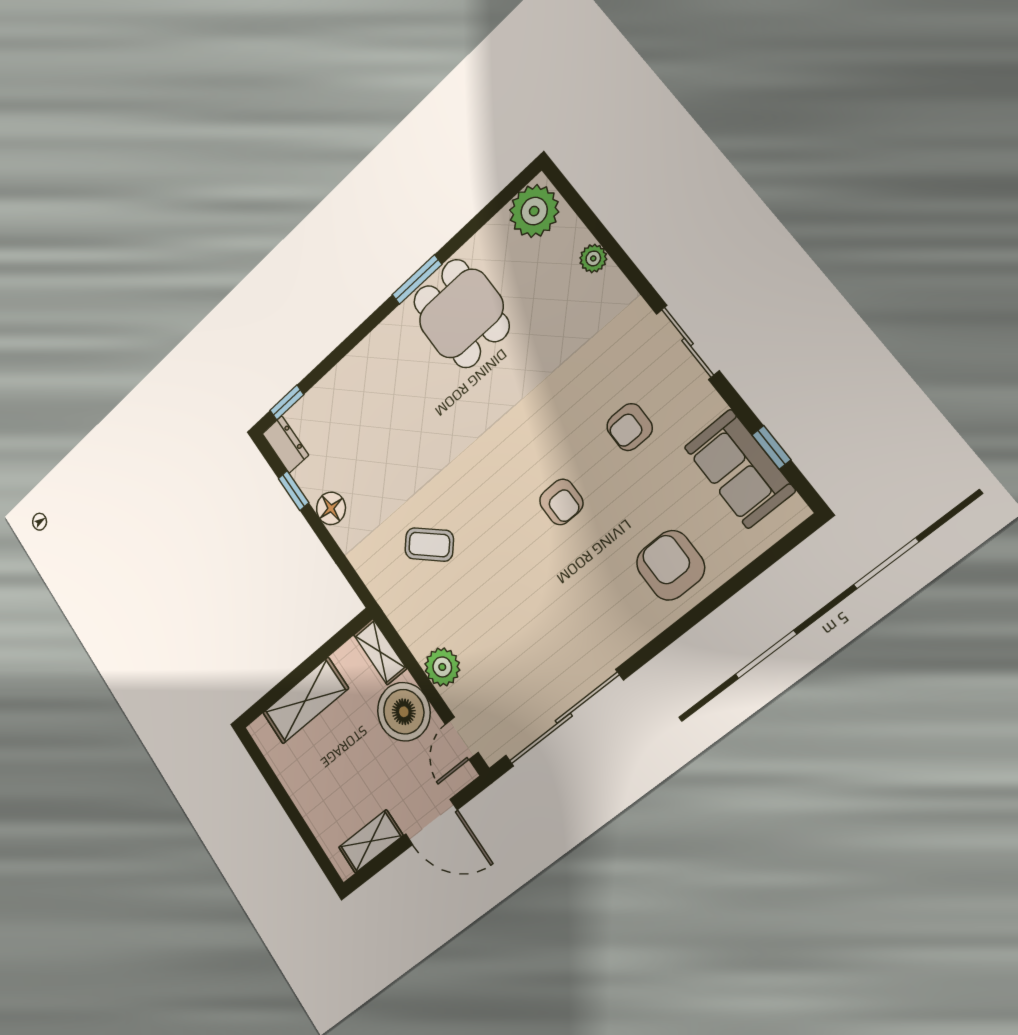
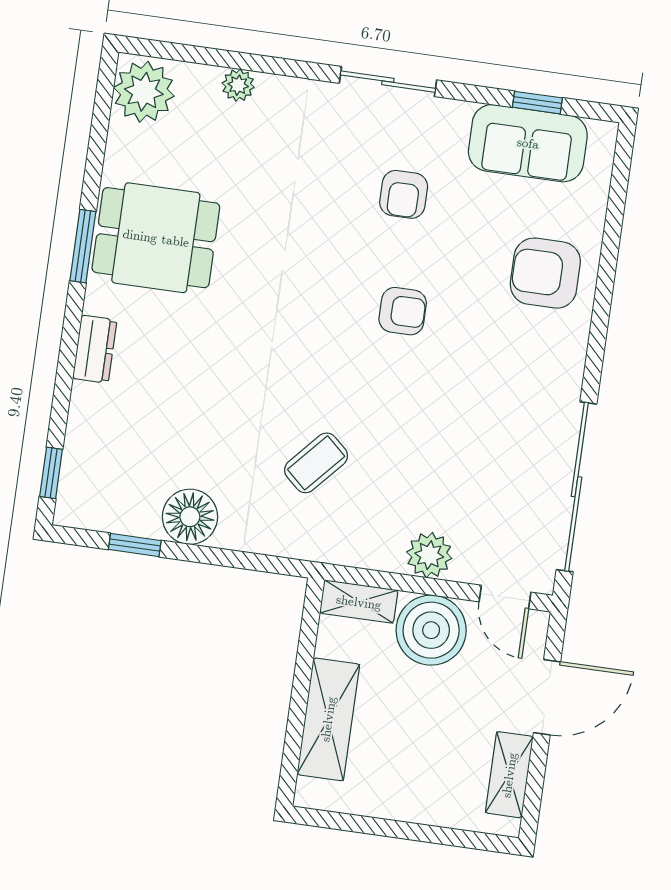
dresser: (285, 444) -> (95, 349), moved, turned 90
floor lamp: (331, 508) -> (190, 517), width x1.38, depth x1.38

